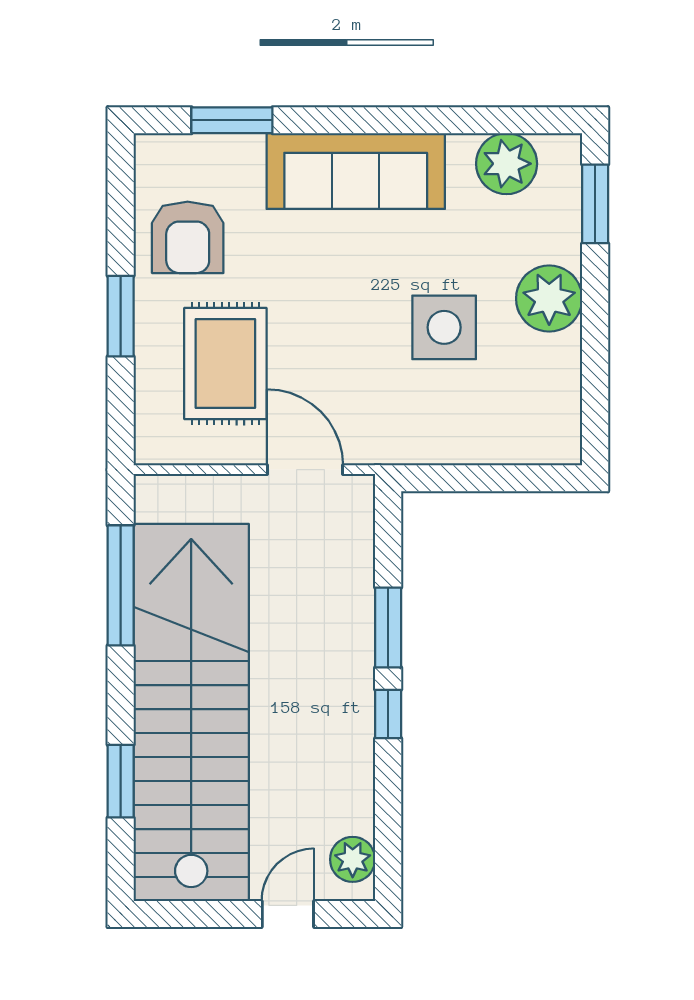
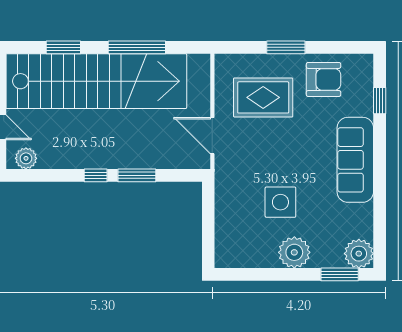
window: (232, 120) -> (380, 101), width x0.67
plant: (507, 164) -> (359, 254), moved
armchair: (188, 237) -> (324, 79), turned 180
door: (305, 470) -> (212, 136), swing flipped
window: (121, 585) -> (137, 47), moved

